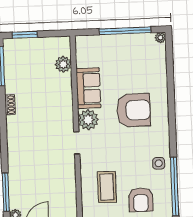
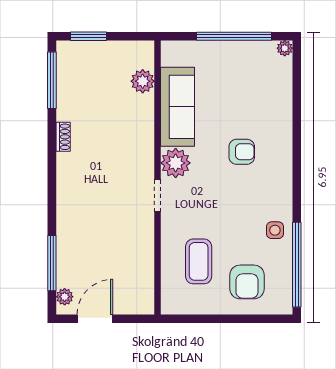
sofa: (88, 88) -> (178, 107), width x1.36
armchair: (134, 110) -> (242, 152), width x0.53, depth x0.53

